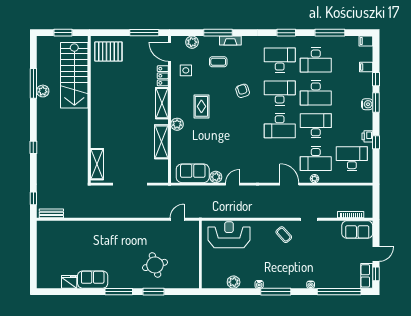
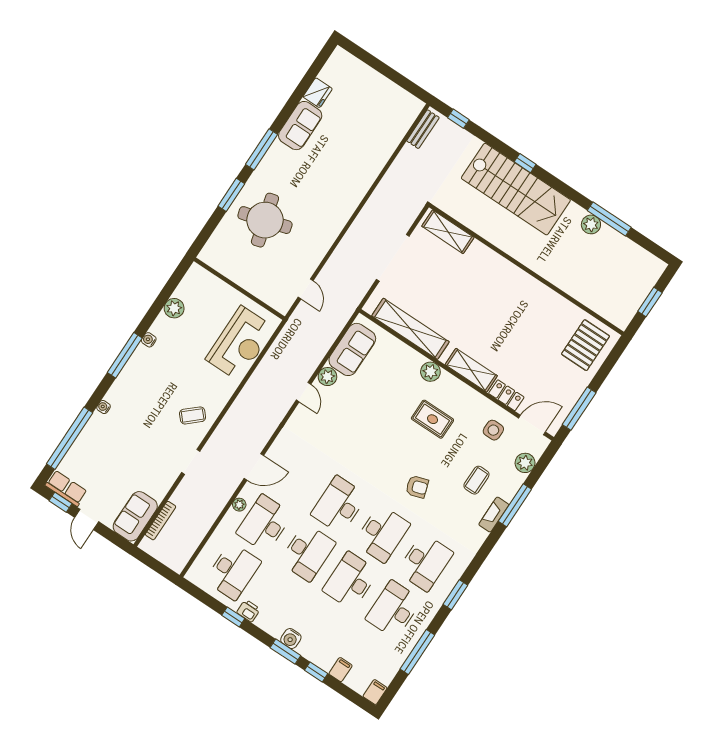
stairs: (74, 75) -> (516, 189), moved, turned 180
shelving: (161, 142) -> (410, 329), width x1.47
round table: (155, 265) -> (265, 220), width x1.36, depth x1.36

